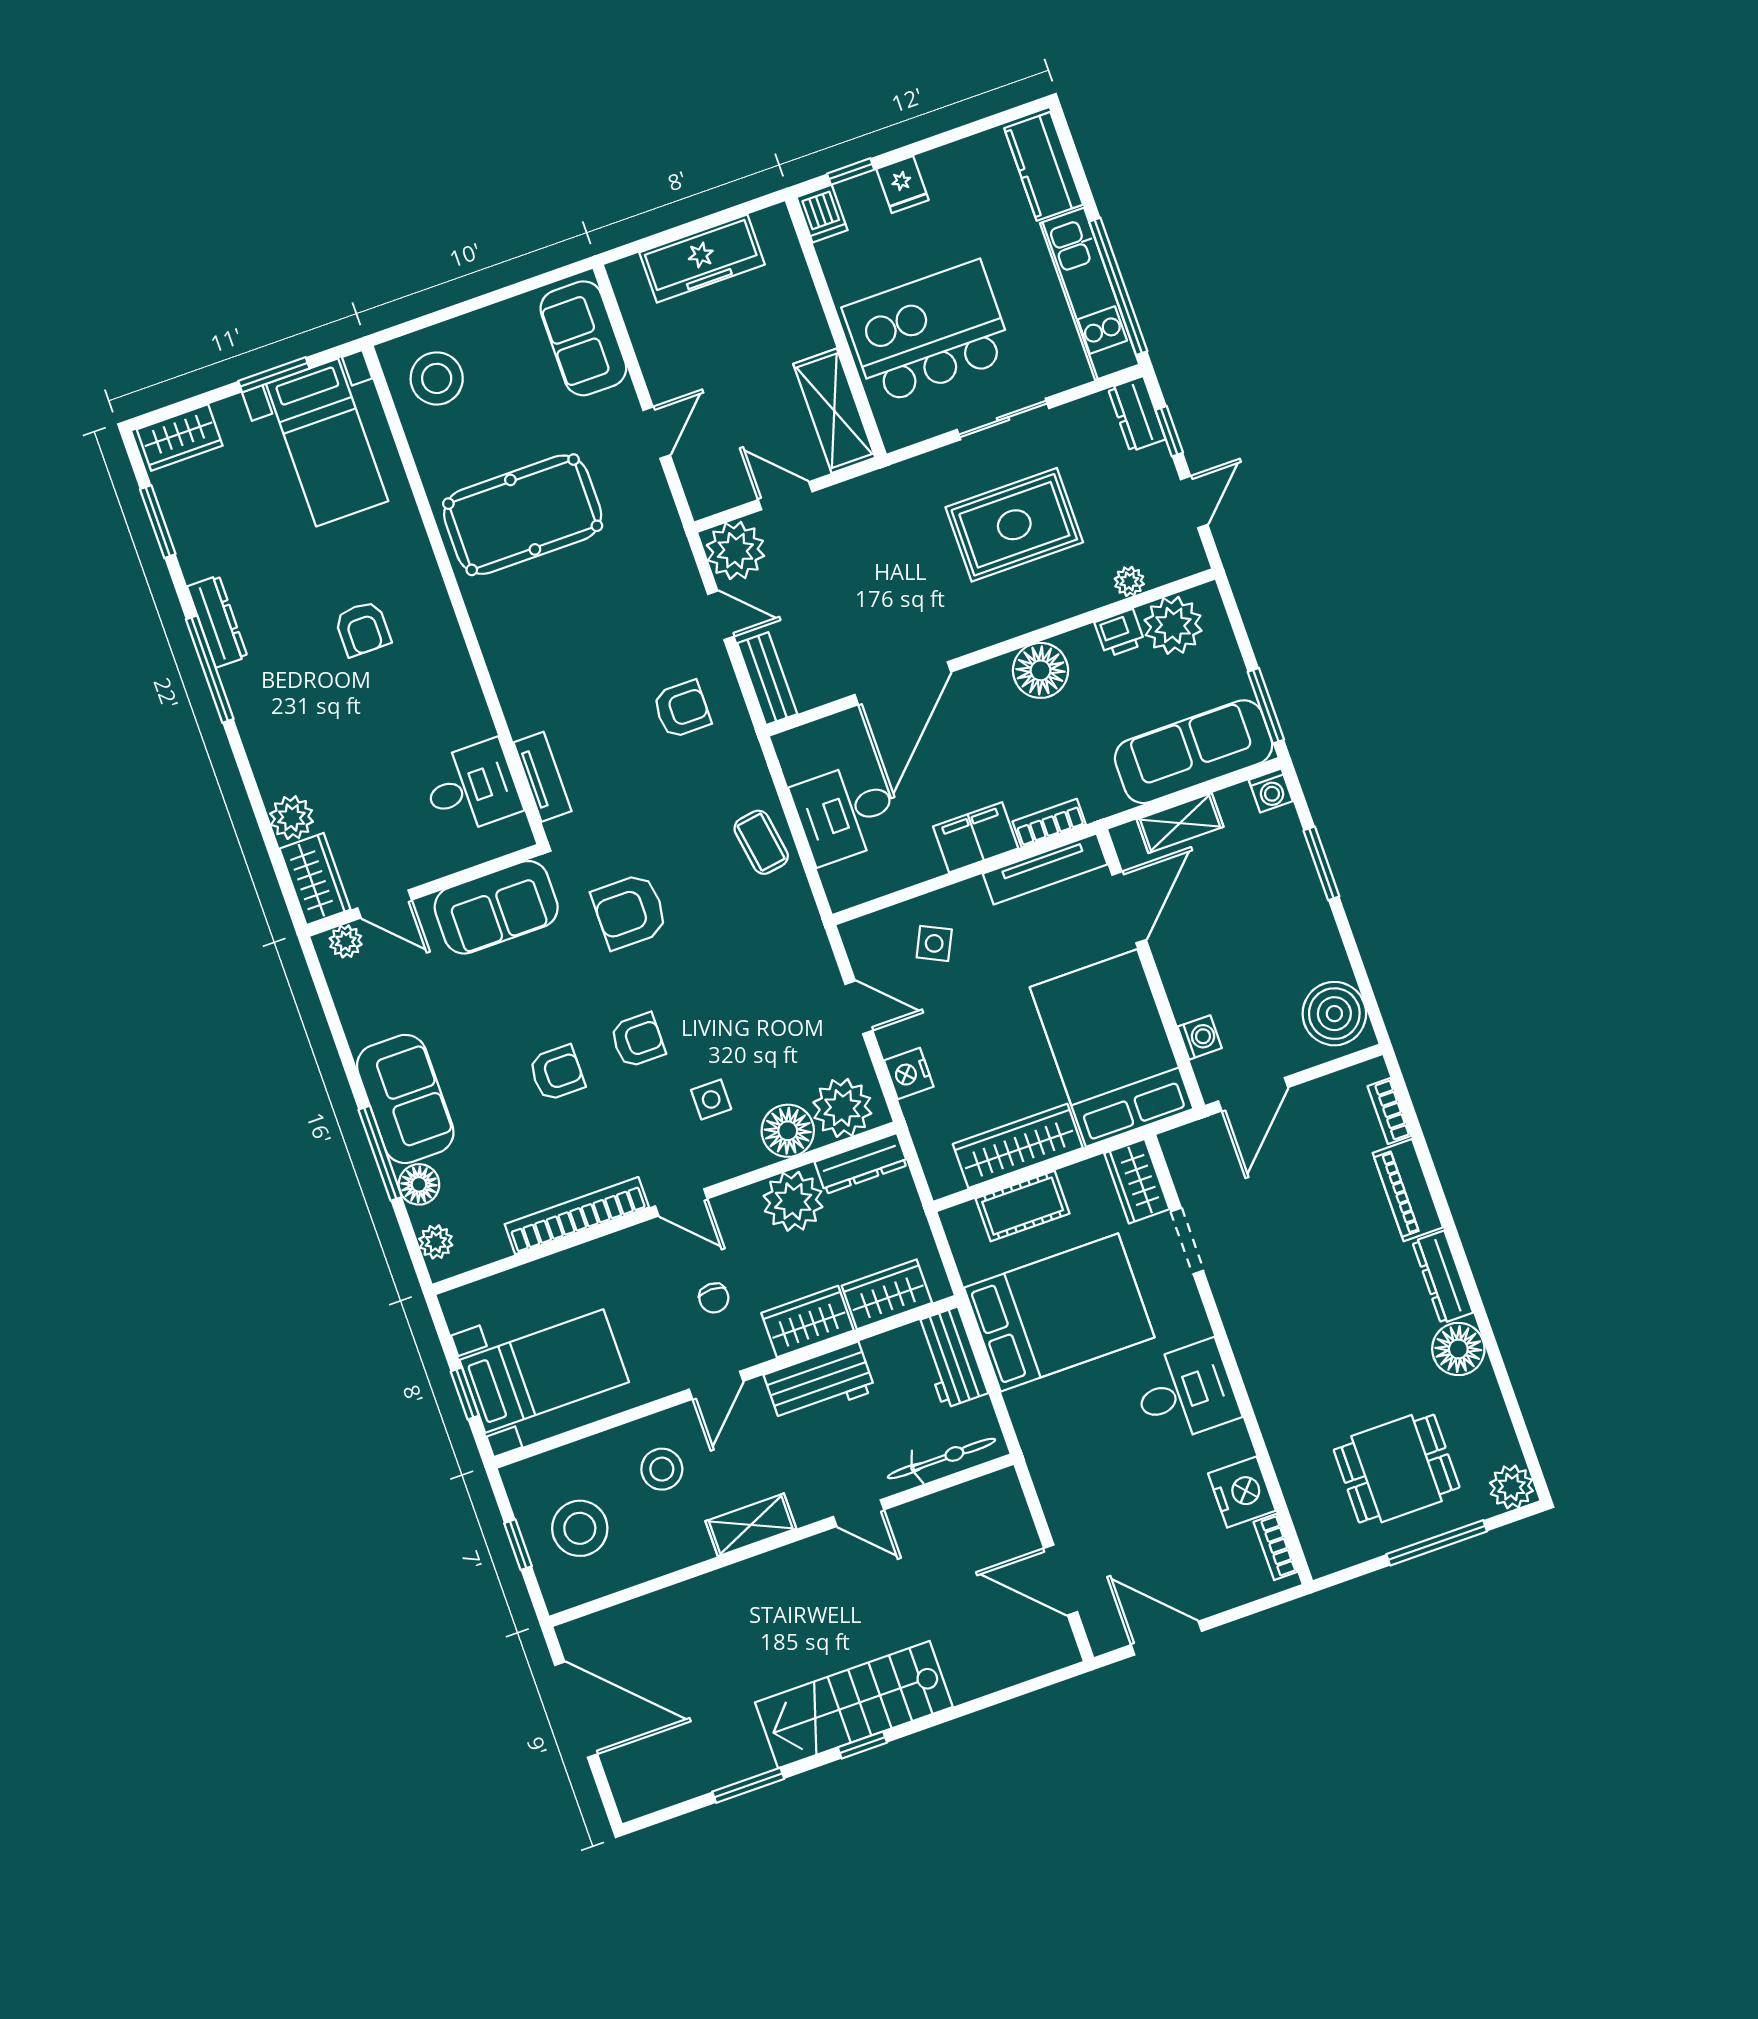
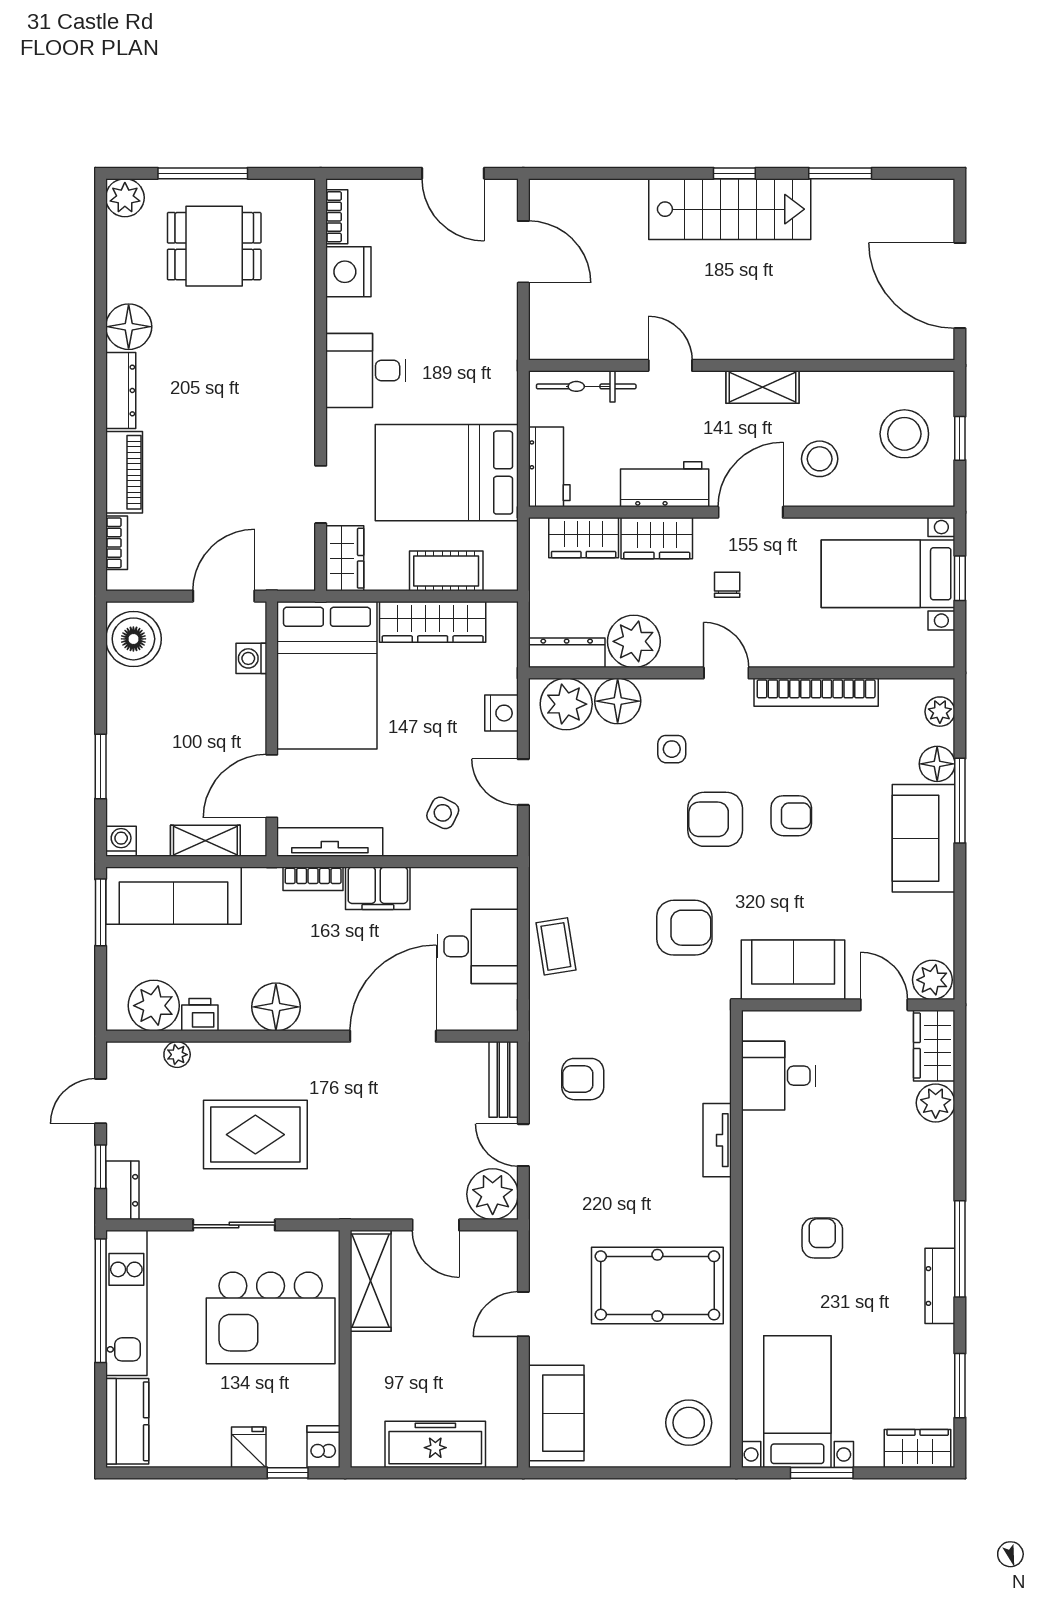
tv unit: (542, 777) -> (717, 1140), moved
plant: (346, 941) -> (932, 980), width x1.38, depth x1.38
armchair: (638, 1040) -> (715, 819), width x1.38, depth x1.38
armchair: (557, 1073) -> (791, 816), turned 180
door: (716, 1385) -> (751, 512), width x1.38

